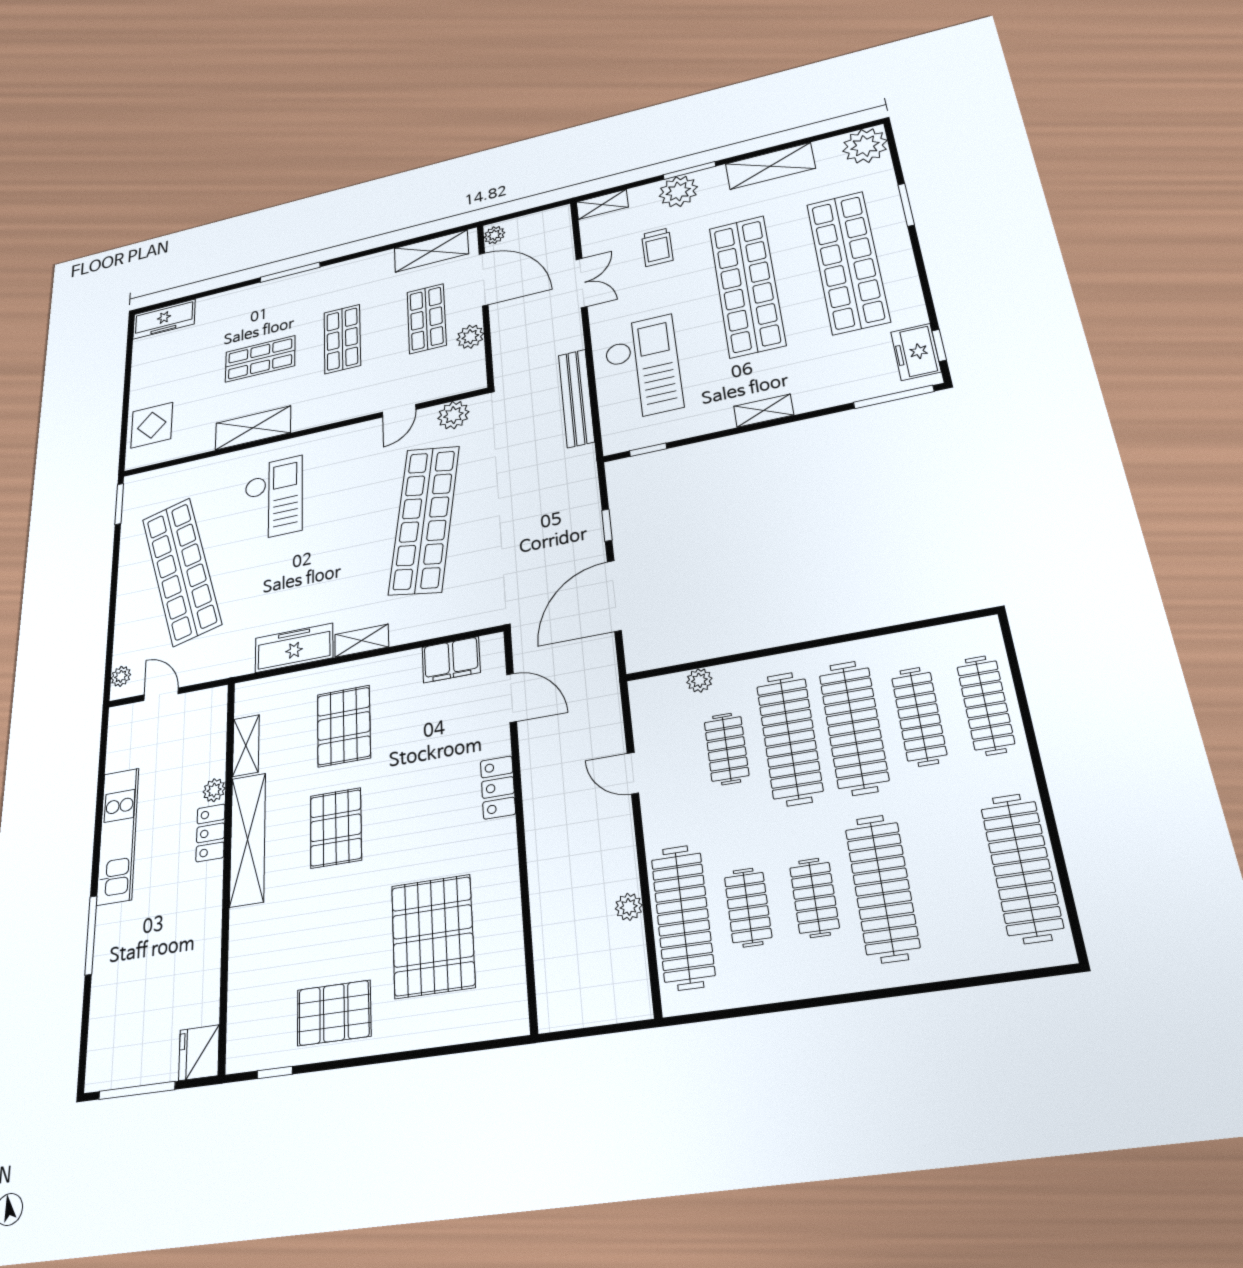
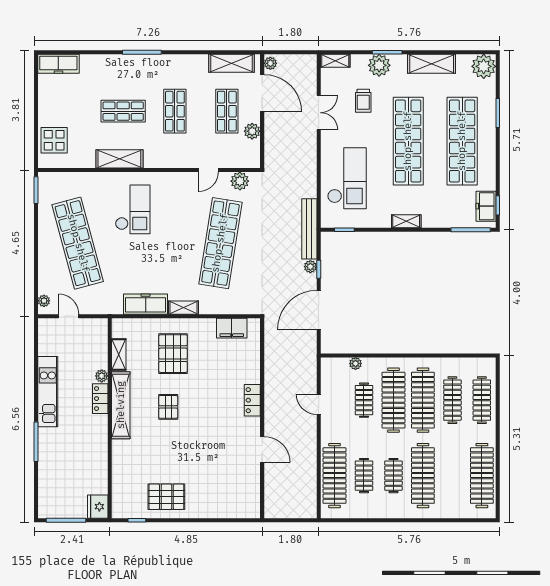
bench: (576, 398) -> (309, 229), moved
door: (512, 698) -> (262, 449), moved
pallet: (336, 828) -> (168, 407), width x0.67, depth x0.71
plant: (629, 907) -> (310, 267), moved
pallet: (433, 936) -> (216, 468), removed

